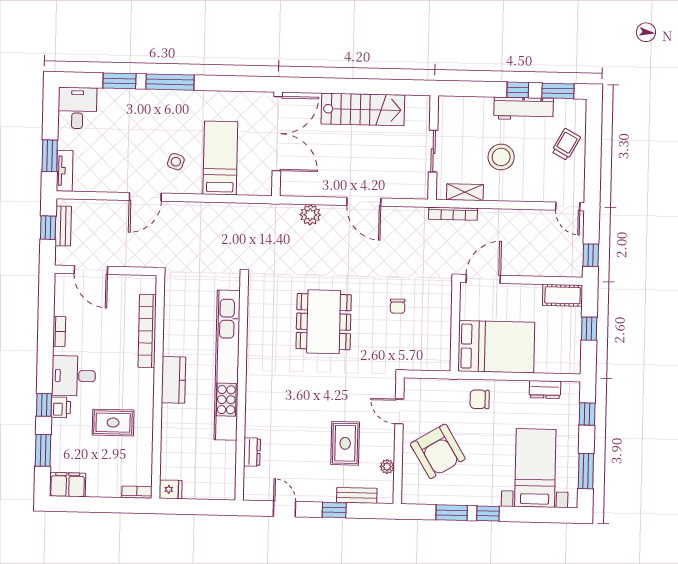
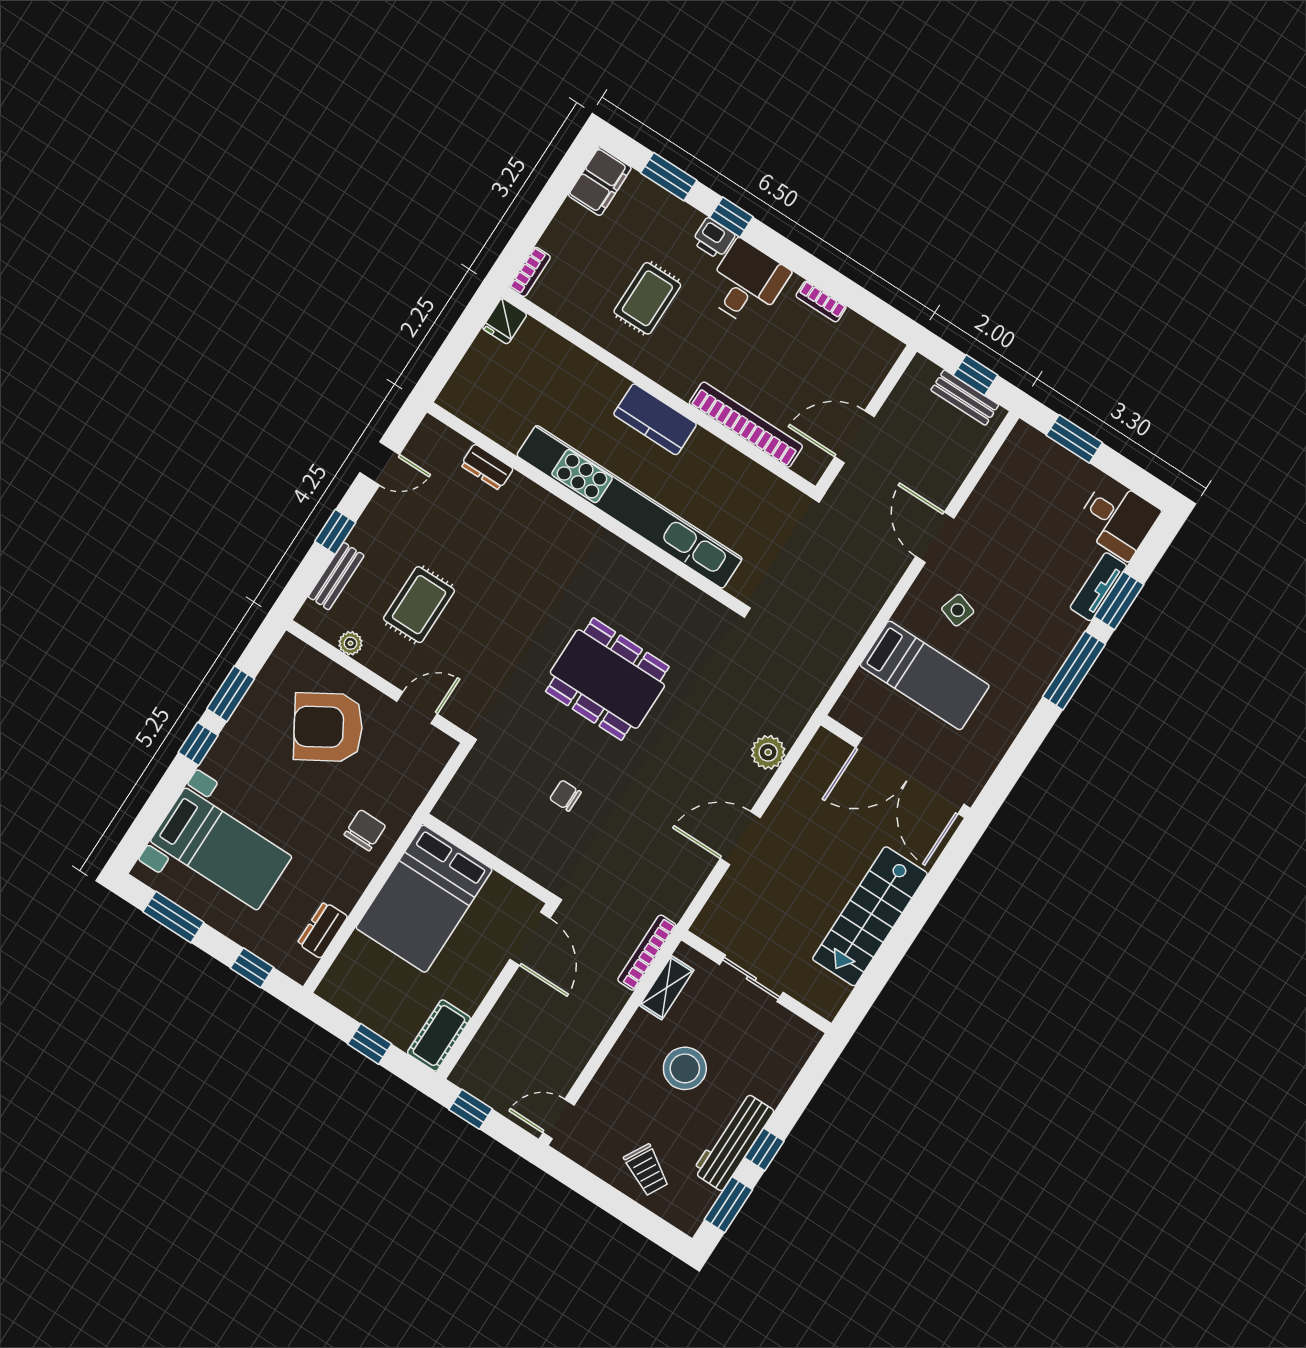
tv unit: (65, 171) -> (1098, 587), moved, turned 90
door: (91, 270) -> (855, 437), moved
rug: (345, 443) -> (419, 605), turned 90

